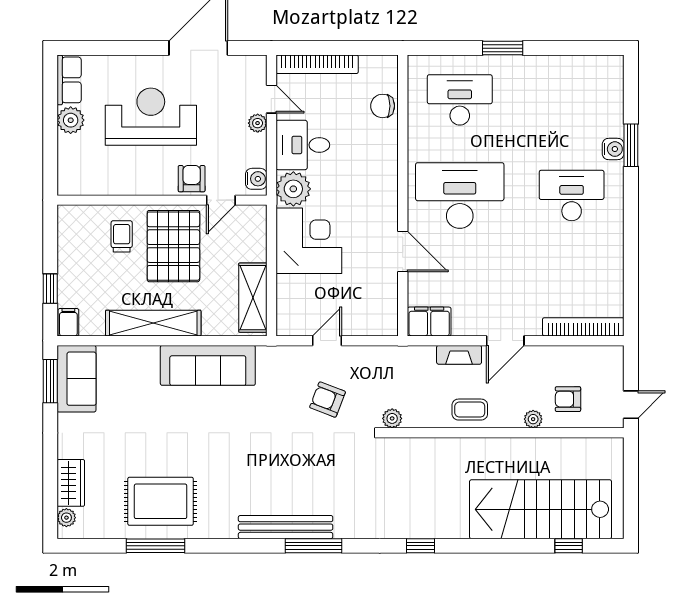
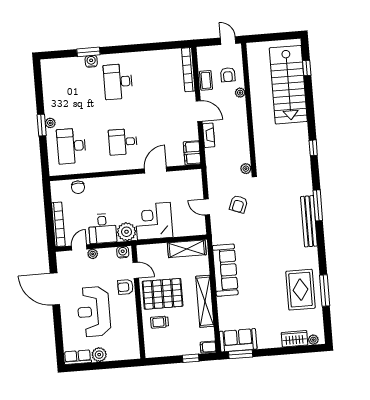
plant: (505, 64) -> (50, 123), added
desk: (460, 196) -> (123, 142), width x0.53, depth x0.77
coffee table: (470, 410) -> (206, 80), moved

